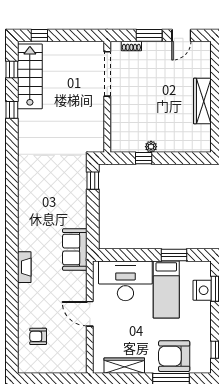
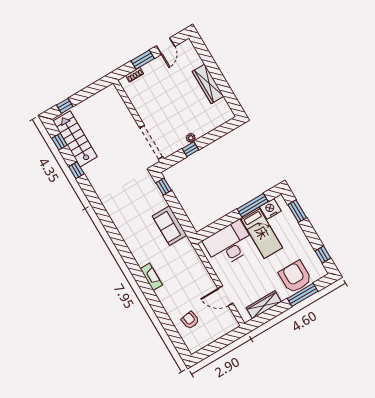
doorway: (107, 74) -> (151, 142), moved
sofa: (75, 249) -> (170, 226), moved
window: (174, 255) -> (253, 205), width x1.44
nightstand: (202, 290) -> (270, 209), moved, turned -90
door: (90, 314) -> (225, 296), moved
armchair: (38, 336) -> (190, 320), turned 81
armchair: (174, 356) -> (295, 277), turned 90

